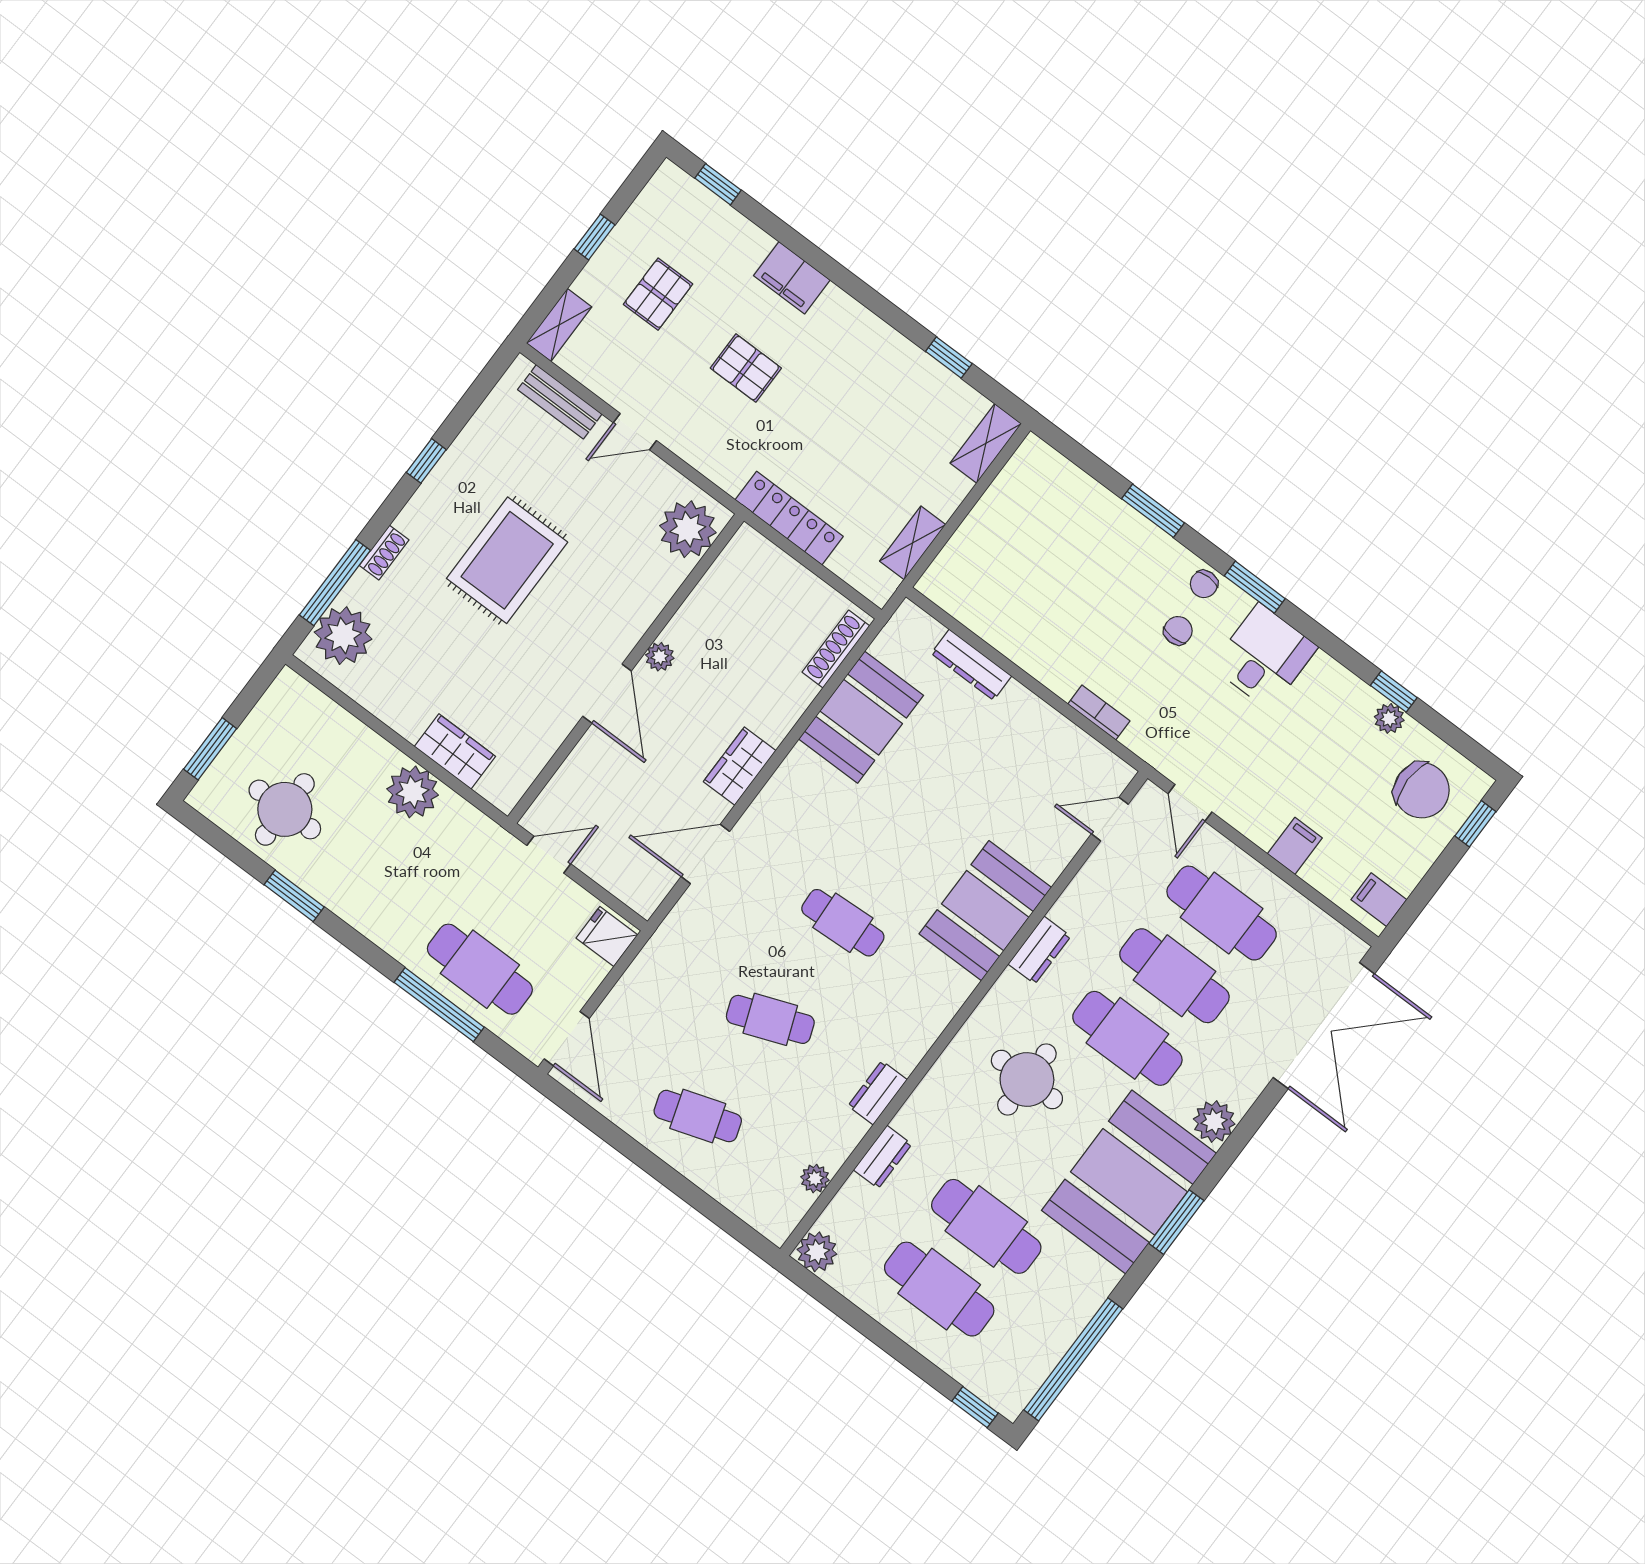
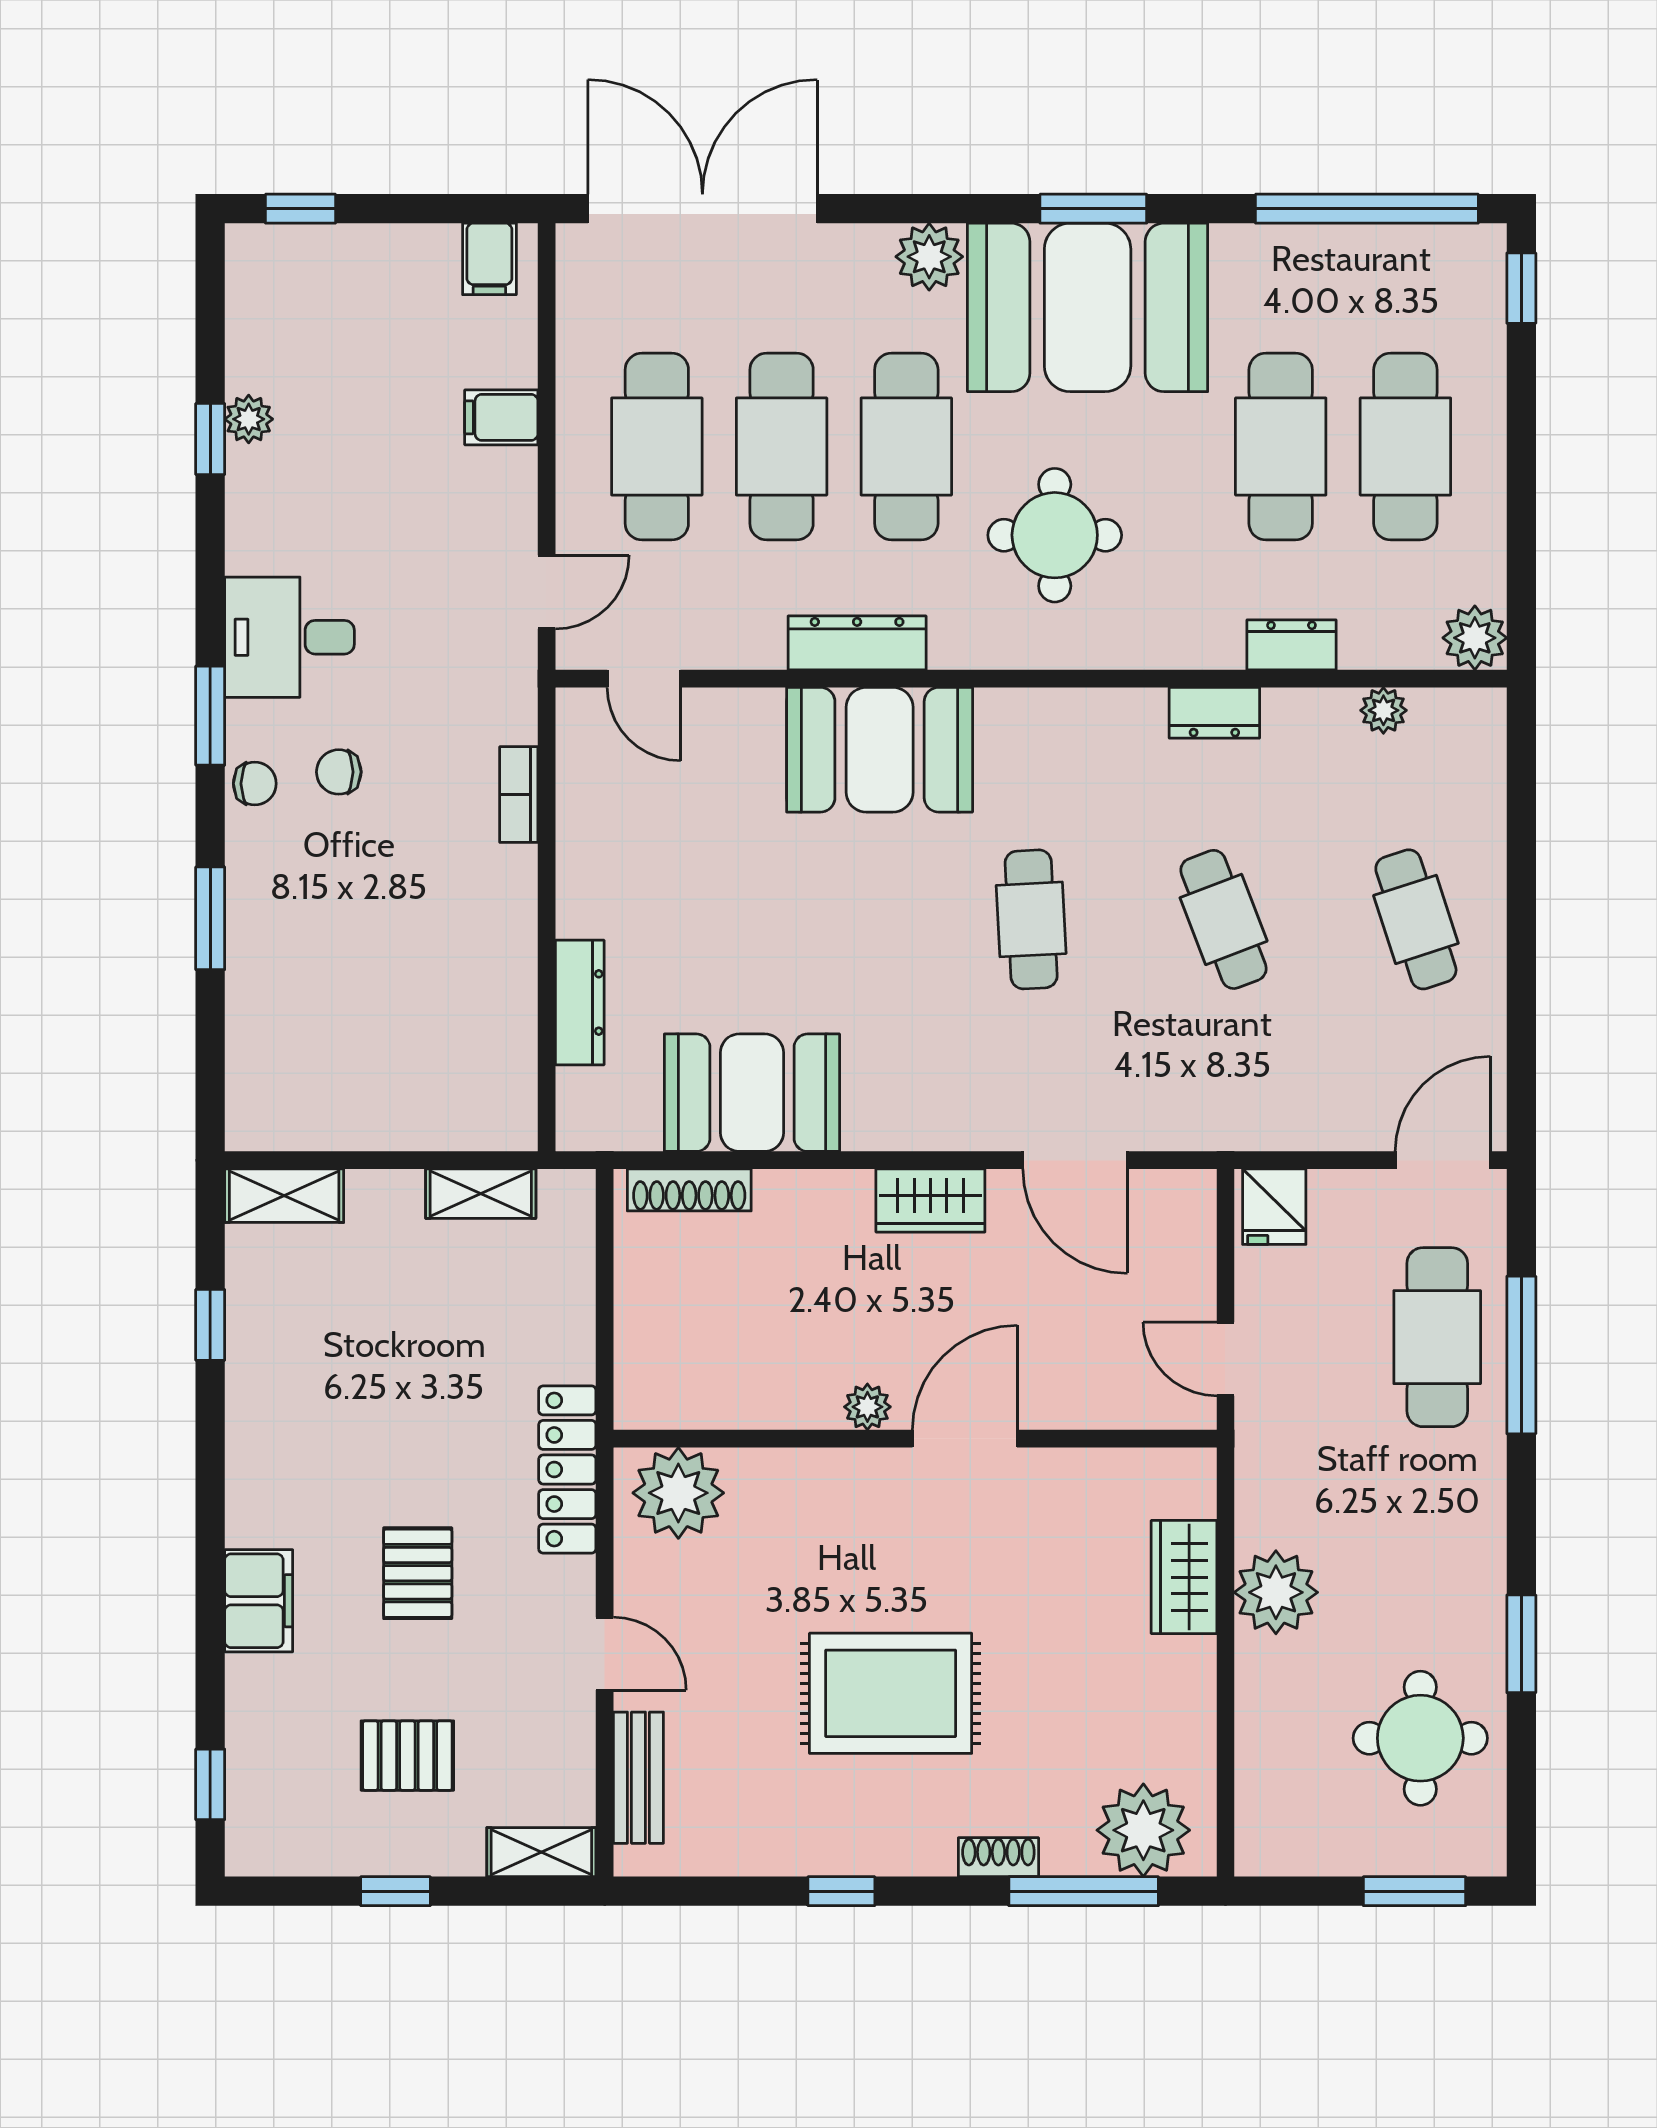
locker: (789, 518) -> (567, 1470), moved
chair: (1422, 790) -> (309, 309), removed
dresser: (1039, 950) -> (857, 643), width x1.44

